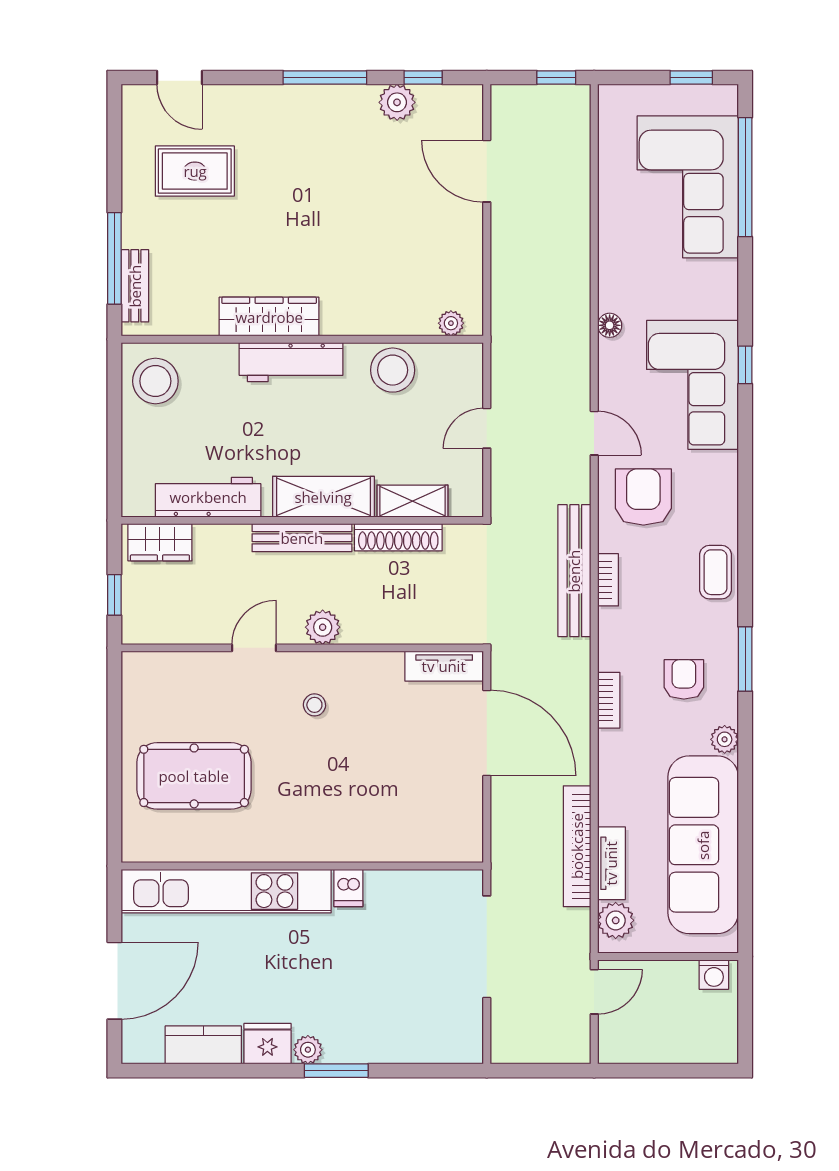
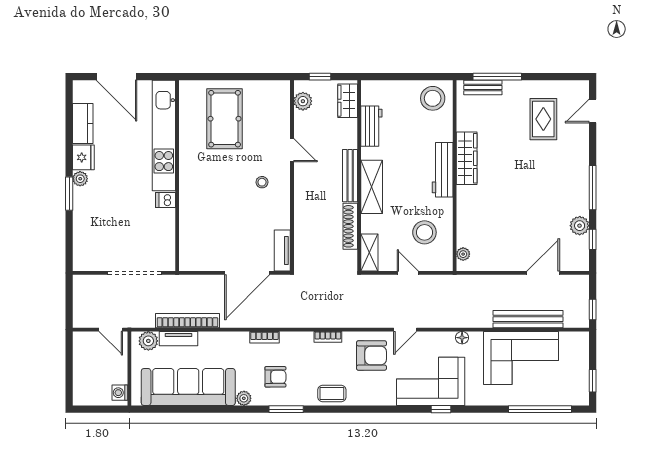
corner sofa: (688, 187) -> (521, 358), moved, turned 180
stool: (393, 370) -> (424, 232), moved
workbench: (208, 497) -> (371, 126), width x0.73
shelving: (412, 501) -> (369, 253), moved
bench: (574, 571) -> (528, 319), moved
plant: (323, 627) -> (303, 101), moved

